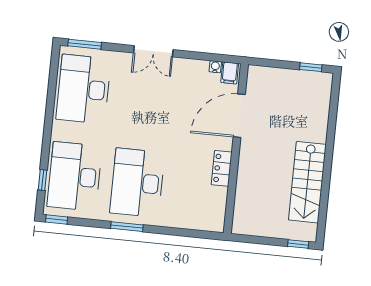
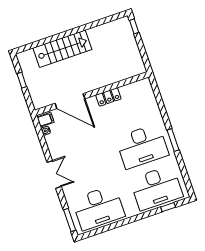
window: (311, 67) -> (22, 80), moved
stairs: (307, 182) -> (62, 49), moved
window: (57, 219) -> (189, 187), removed

